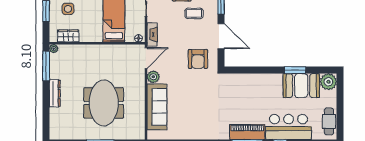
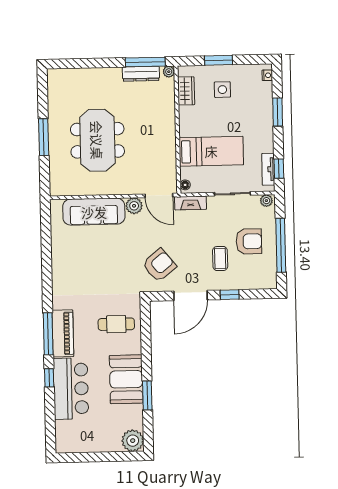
armchair: (198, 59) -> (159, 265), turned 141
booth: (301, 86) -> (126, 379), moved
dresser: (55, 93) -> (141, 74), moved
meeting table: (104, 103) -> (97, 140), turned 90
cafe table: (329, 121) -> (116, 324), moved

